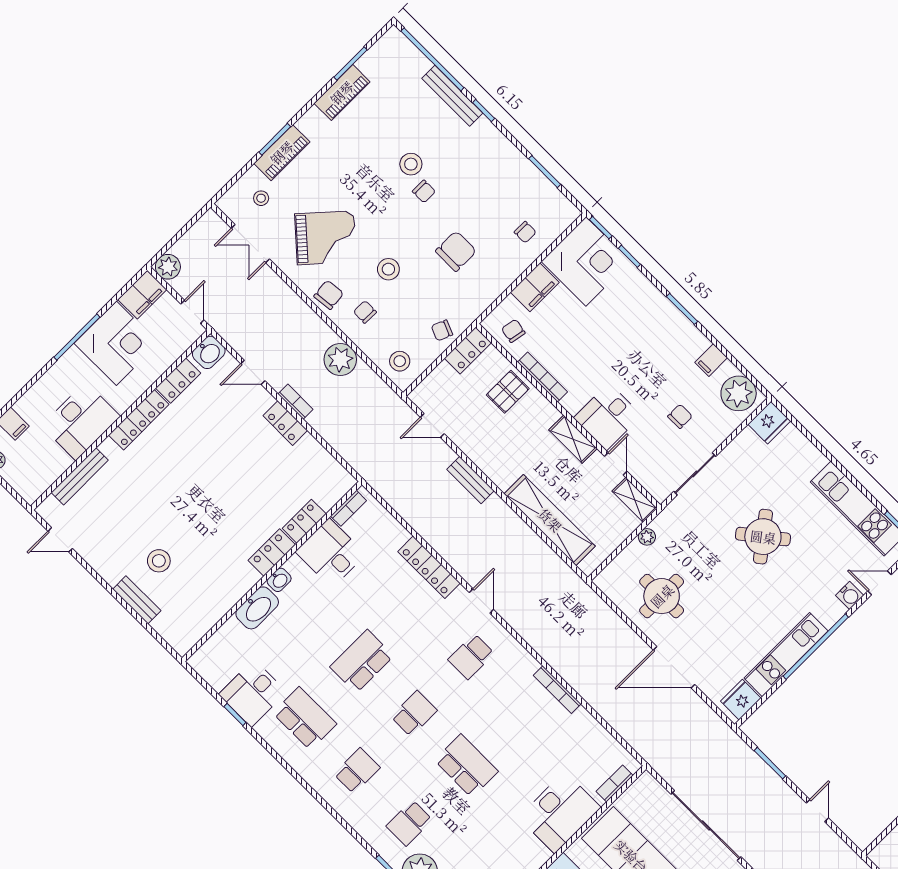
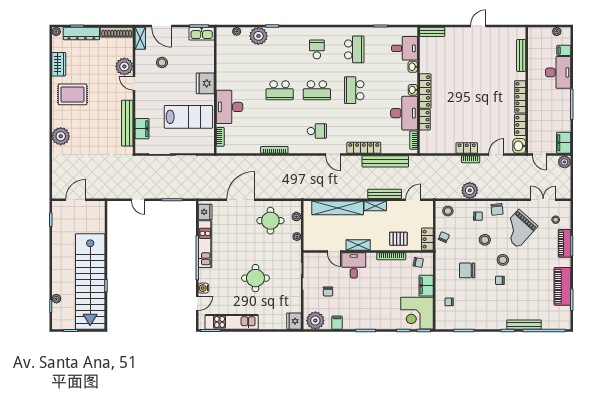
piano: (342, 93) -> (562, 286), width x1.37, depth x1.33
stool: (411, 164) -> (503, 260), moved
chair: (456, 251) -> (467, 270), turned 90
corner desk: (116, 343) -> (556, 116), removed
pallet: (508, 392) -> (398, 239), turned 90
desk: (81, 421) -> (558, 72), moved, turned 180
bench: (470, 480) -> (385, 194), width x1.36
shelving: (635, 500) -> (375, 206), moved
bench: (418, 518) -> (385, 161), added
round table: (763, 537) -> (255, 278), turned 38
door: (60, 540) -> (478, 26), moved
locker: (272, 552) -> (425, 91), width x1.53
desk: (331, 553) -> (404, 113), width x1.37
stool: (159, 561) -> (463, 54), removed
plant: (619, 565) -> (296, 217), added
bench: (137, 600) -> (432, 32), moved
washbasin: (257, 608) -> (413, 67), width x0.52, depth x0.69
school desk: (471, 656) -> (317, 131), turned 90
school desk: (362, 661) -> (354, 90), turned 180
desk: (253, 693) -> (404, 48), moved, turned 90
school desk: (414, 714) -> (317, 90), width x1.85
school desk: (305, 718) -> (354, 49), turned -90
school desk: (357, 771) -> (317, 49), turned 180
school desk: (409, 823) -> (280, 49), removed

